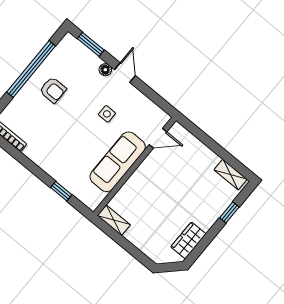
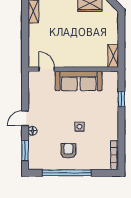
side table: (107, 114) -> (80, 127), moved

